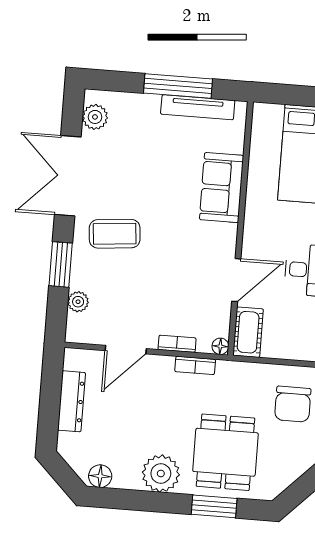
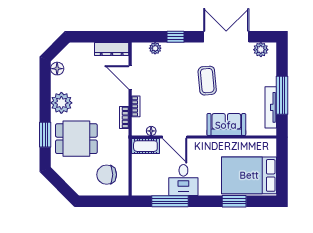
coffee table: (115, 234) -> (207, 81), moved
window: (61, 264) -> (176, 37), width x0.67
floor lamp: (220, 346) -> (151, 131), moved
dresser: (71, 401) -> (112, 49), moved

